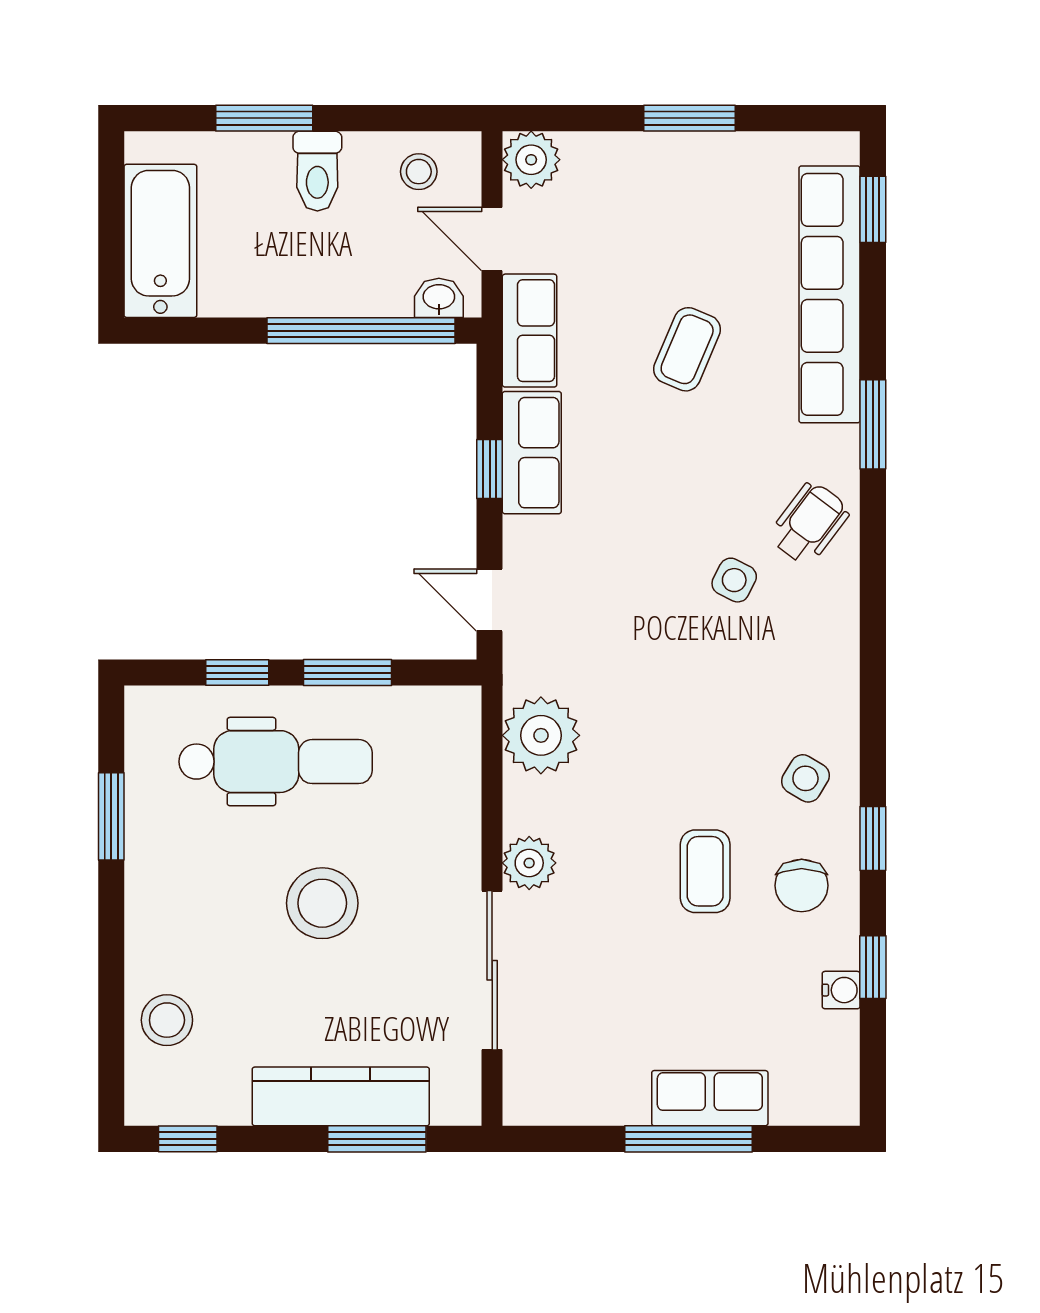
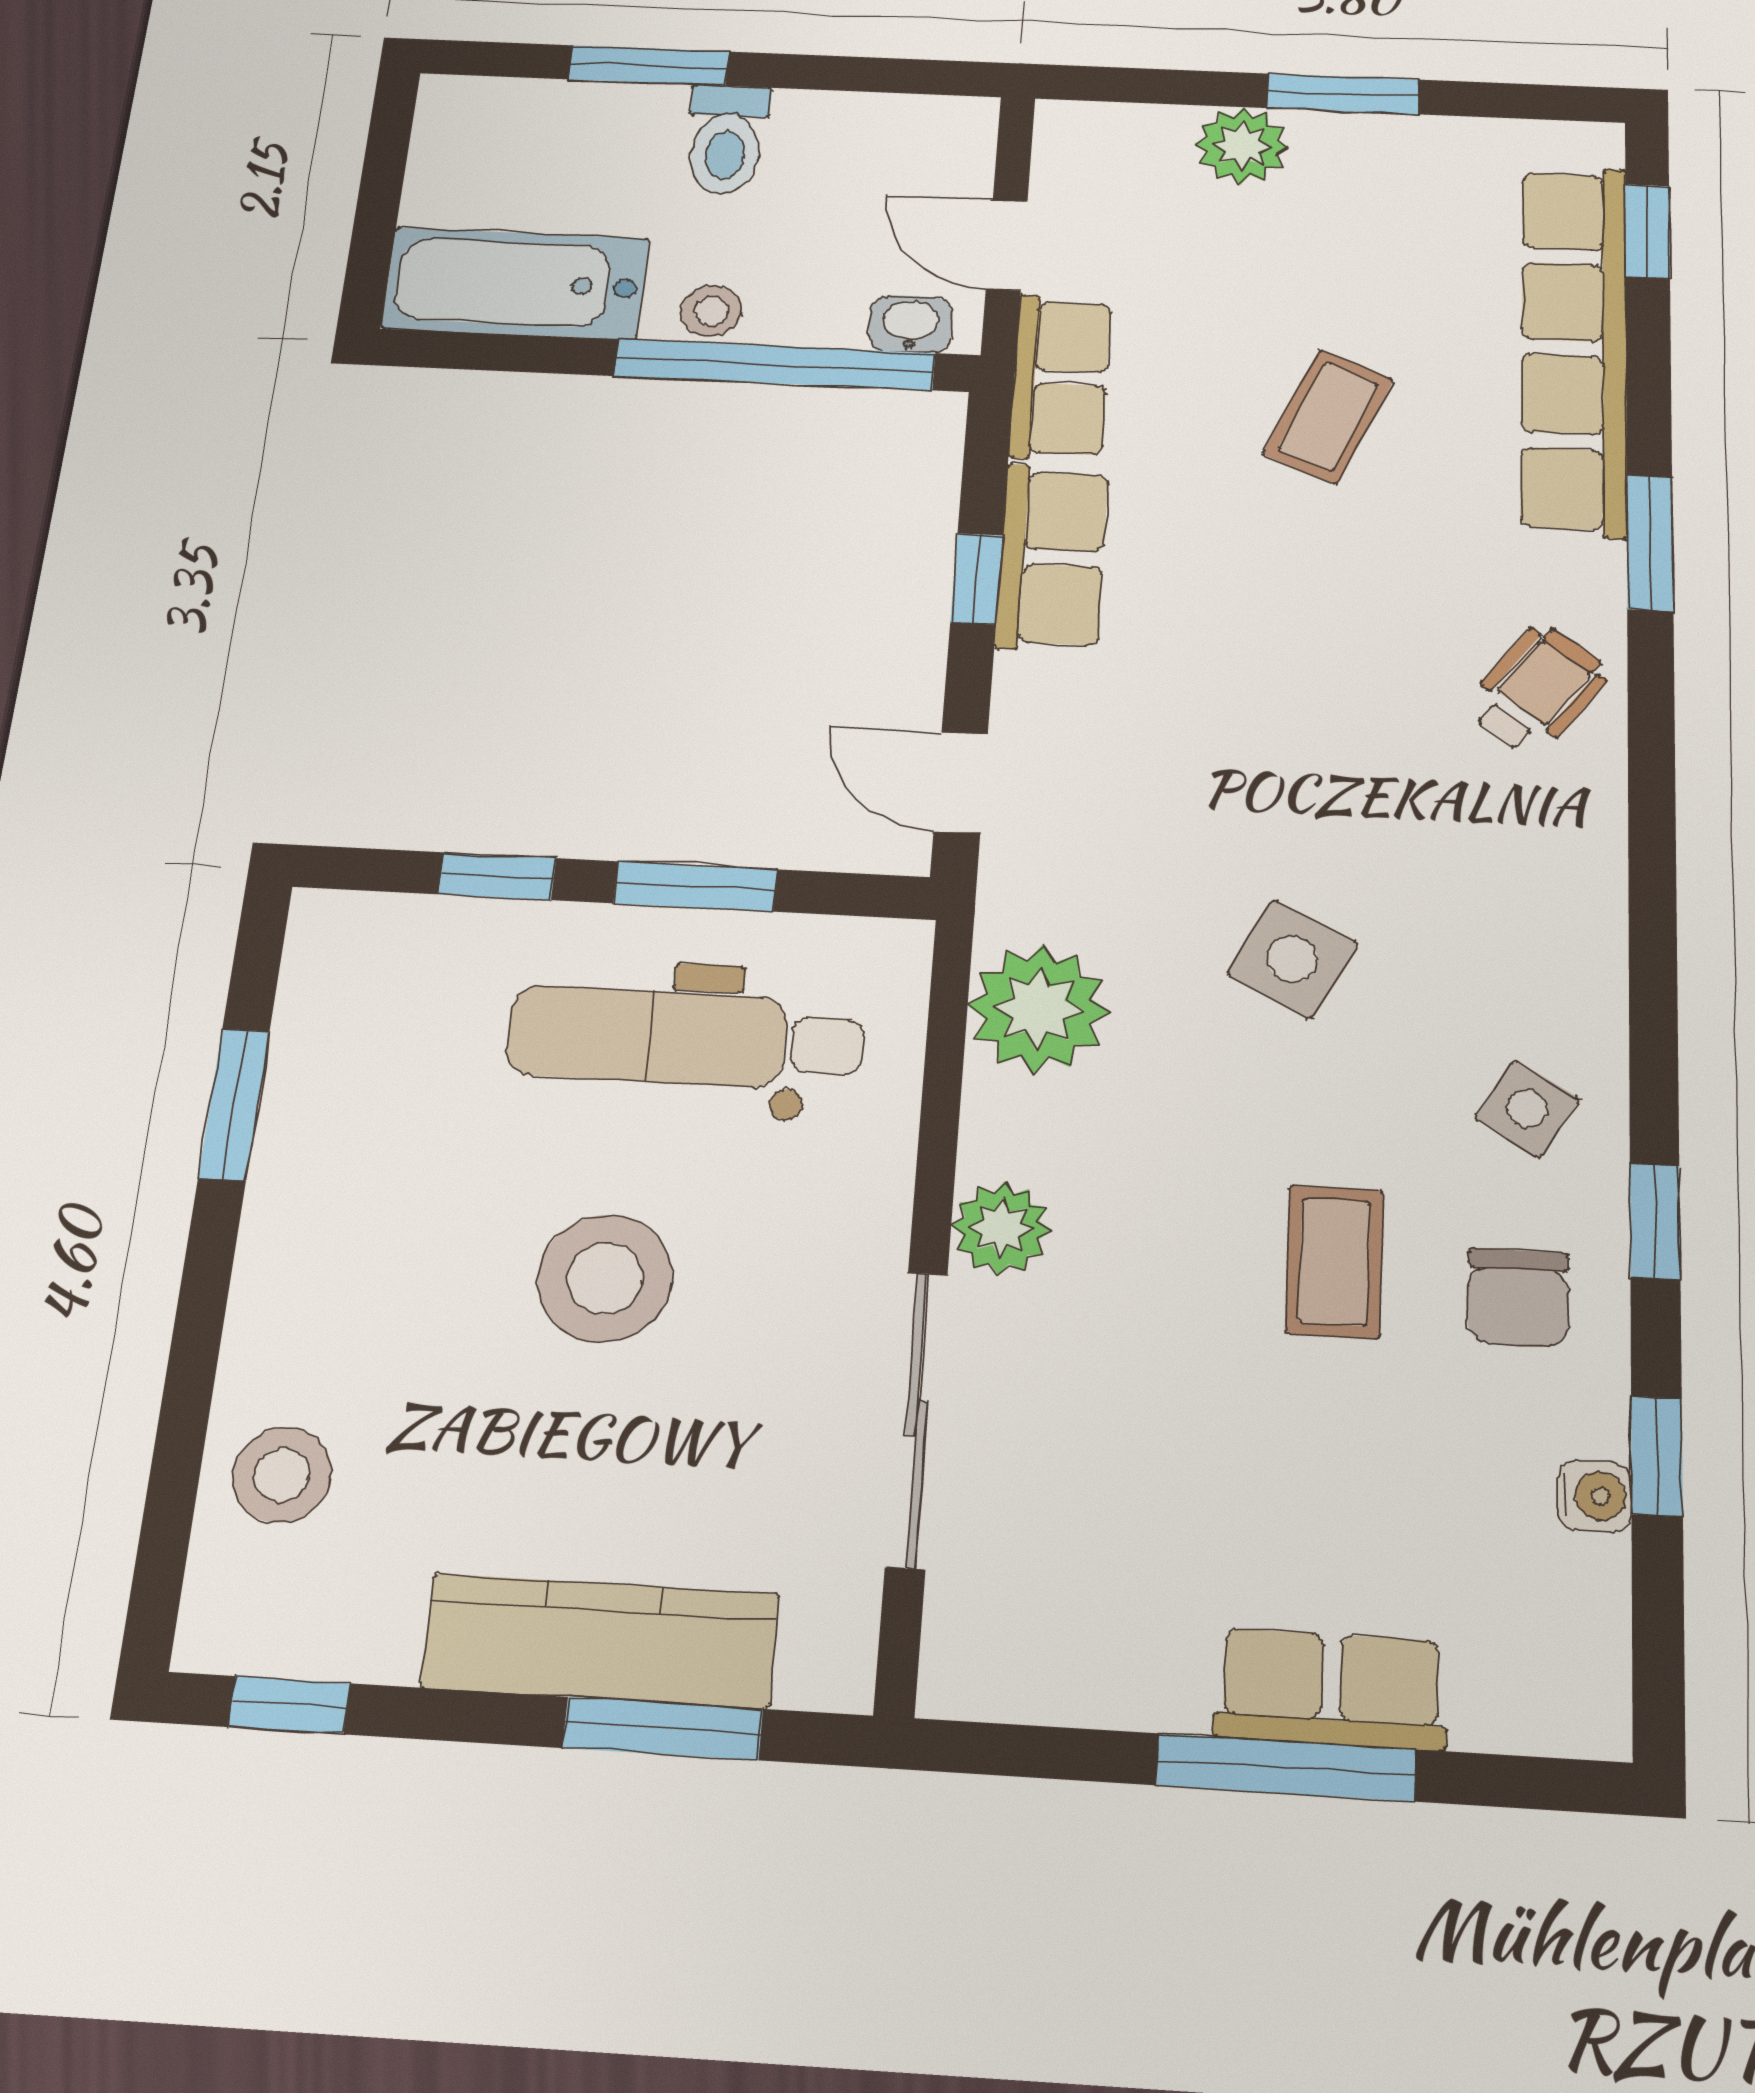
plant: (531, 160) -> (1242, 146), moved
stool: (419, 172) -> (711, 311), moved
bathtub: (160, 241) -> (515, 283), moved, turned -90
side table: (734, 580) -> (1292, 959), moved, width x1.37, depth x1.37
dental chair: (276, 762) -> (685, 1038), moved, turned 180

